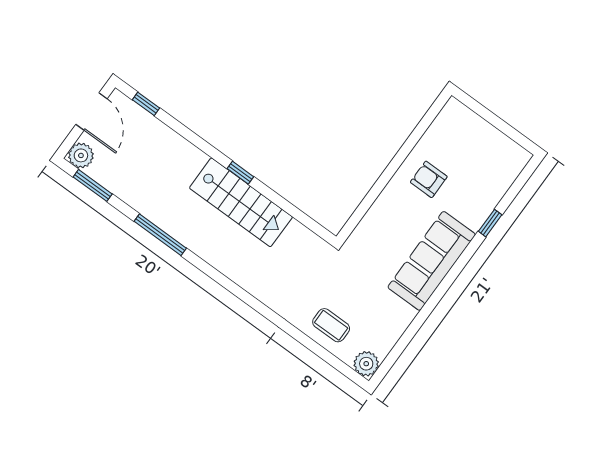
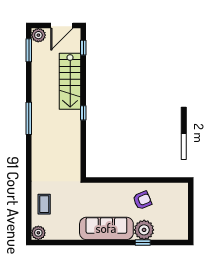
armchair: (429, 179) -> (142, 200), turned 68
stairs: (241, 202) -> (70, 81), moved
plant: (473, 208) -> (144, 230), added
window: (160, 235) -> (29, 118), moved

